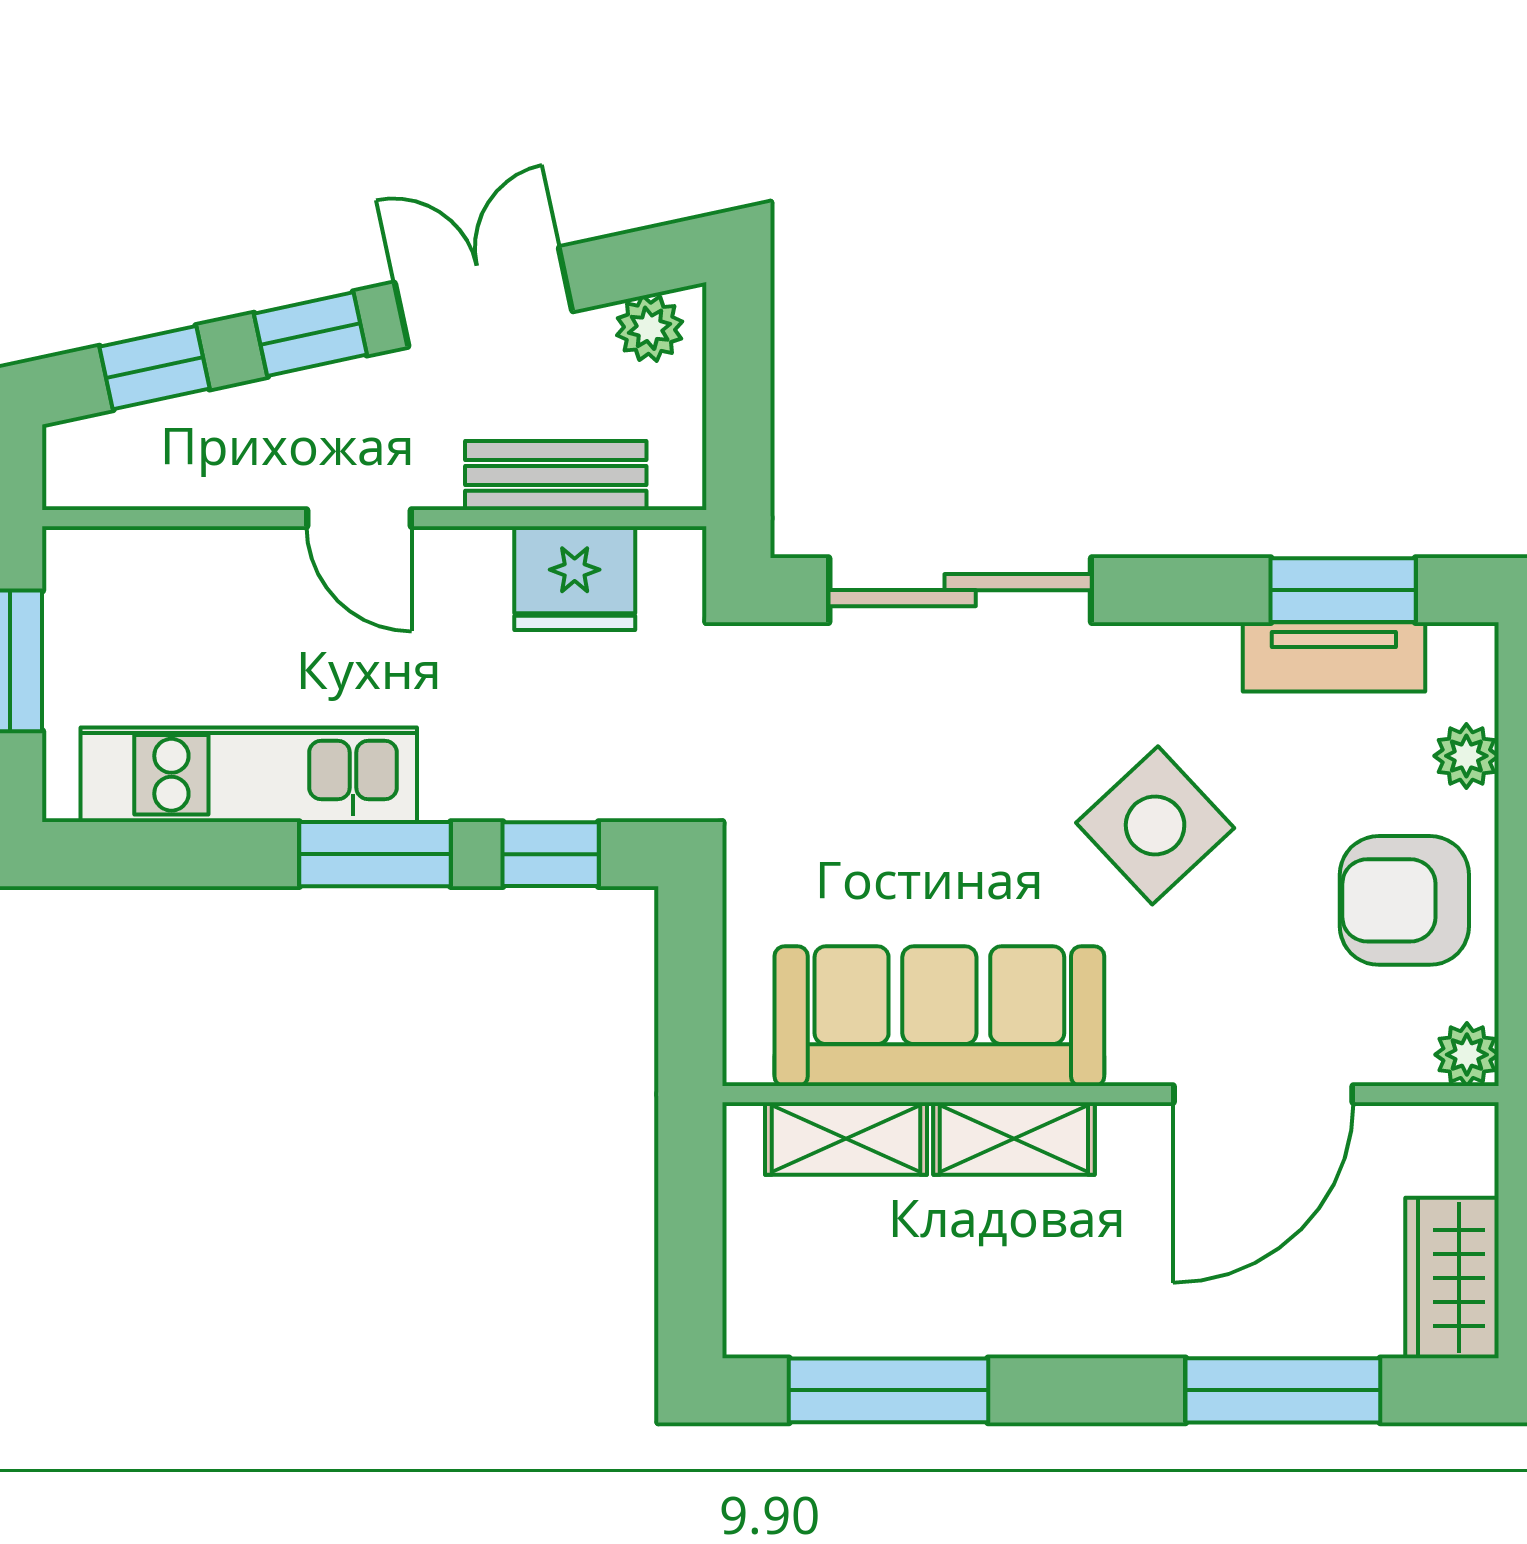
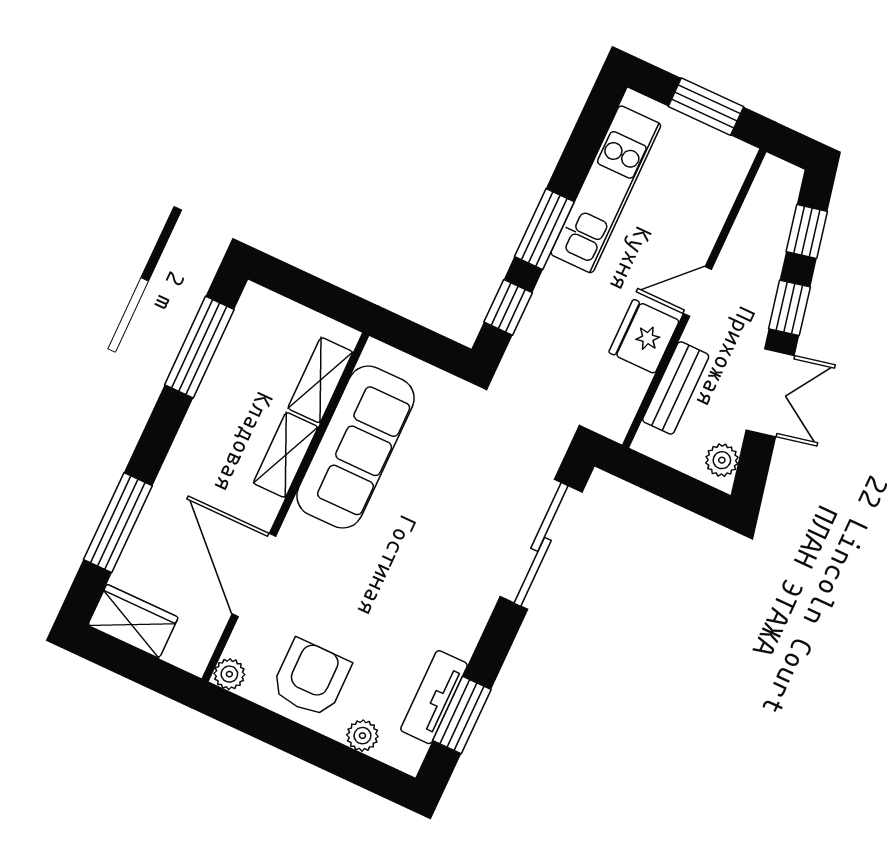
fridge: (575, 578) -> (644, 336), moved
side table: (1155, 825) -> (396, 583), removed

